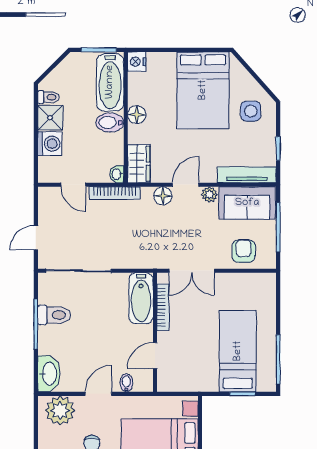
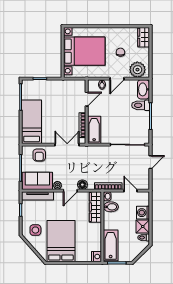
floor lamp: (137, 115) -> (96, 228), removed
bidet: (110, 122) -> (111, 207), moved
wardrobe: (139, 164) -> (95, 207), width x1.50
toilet: (54, 315) -> (141, 105), moved
bed: (238, 351) -> (32, 122), moved, turned 180

